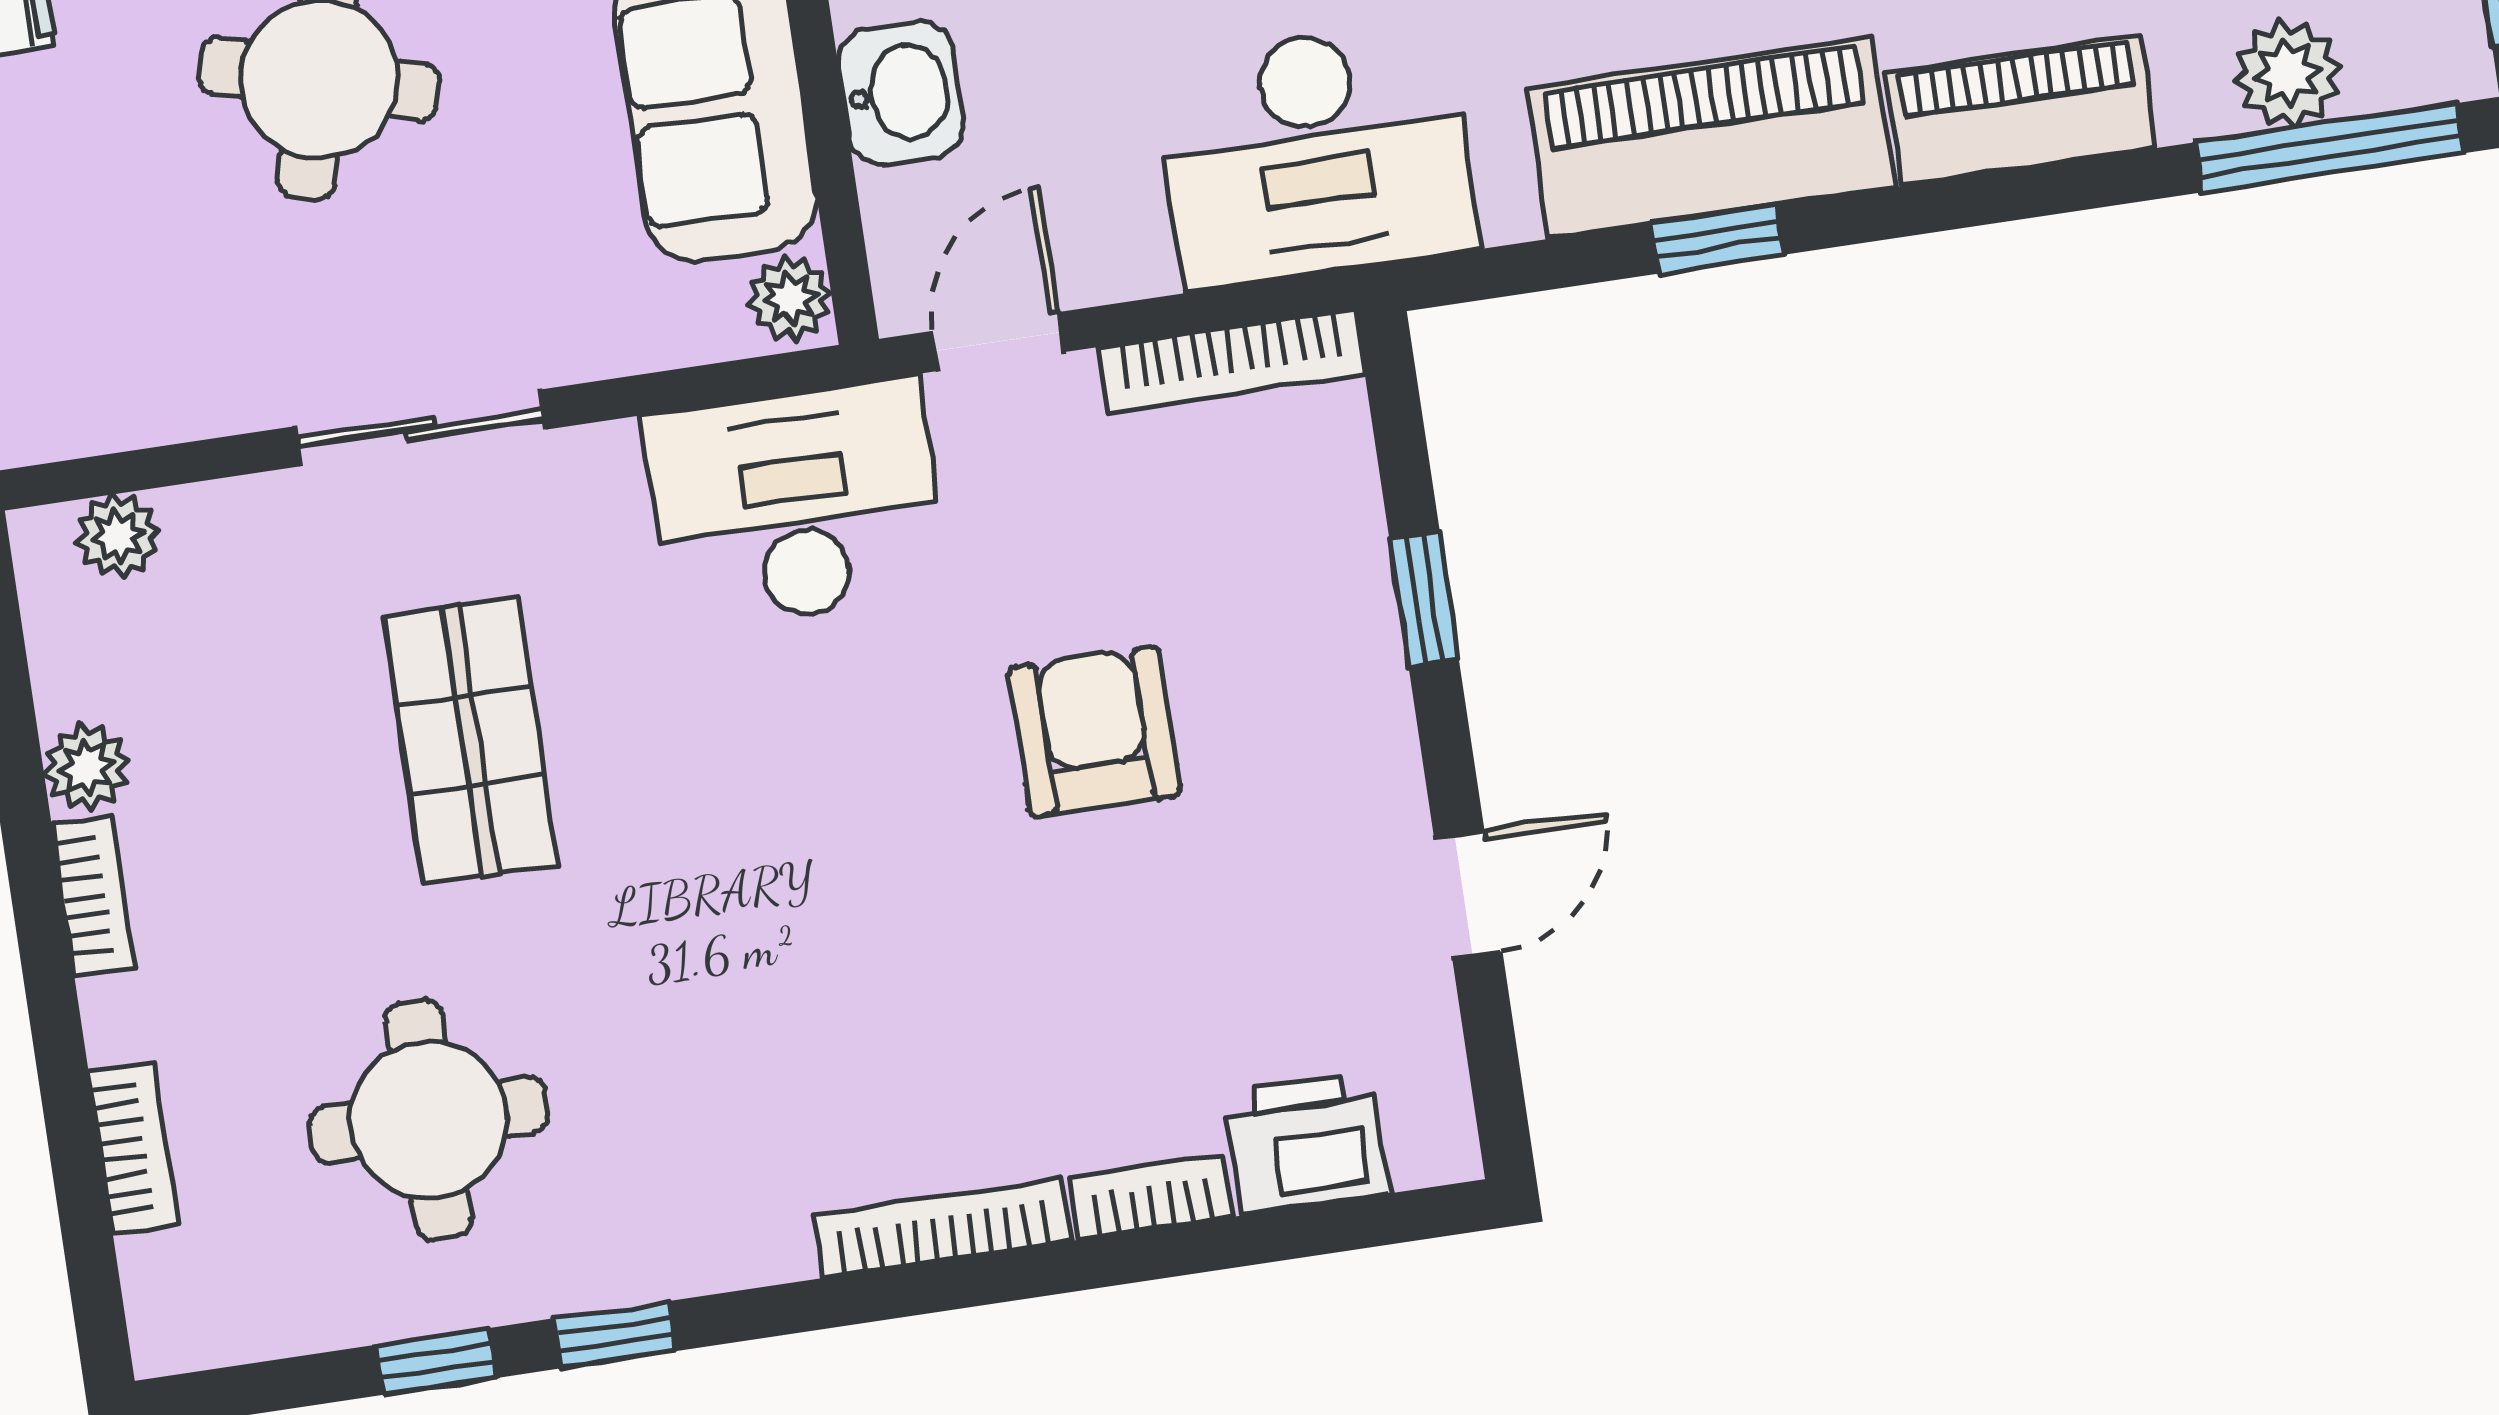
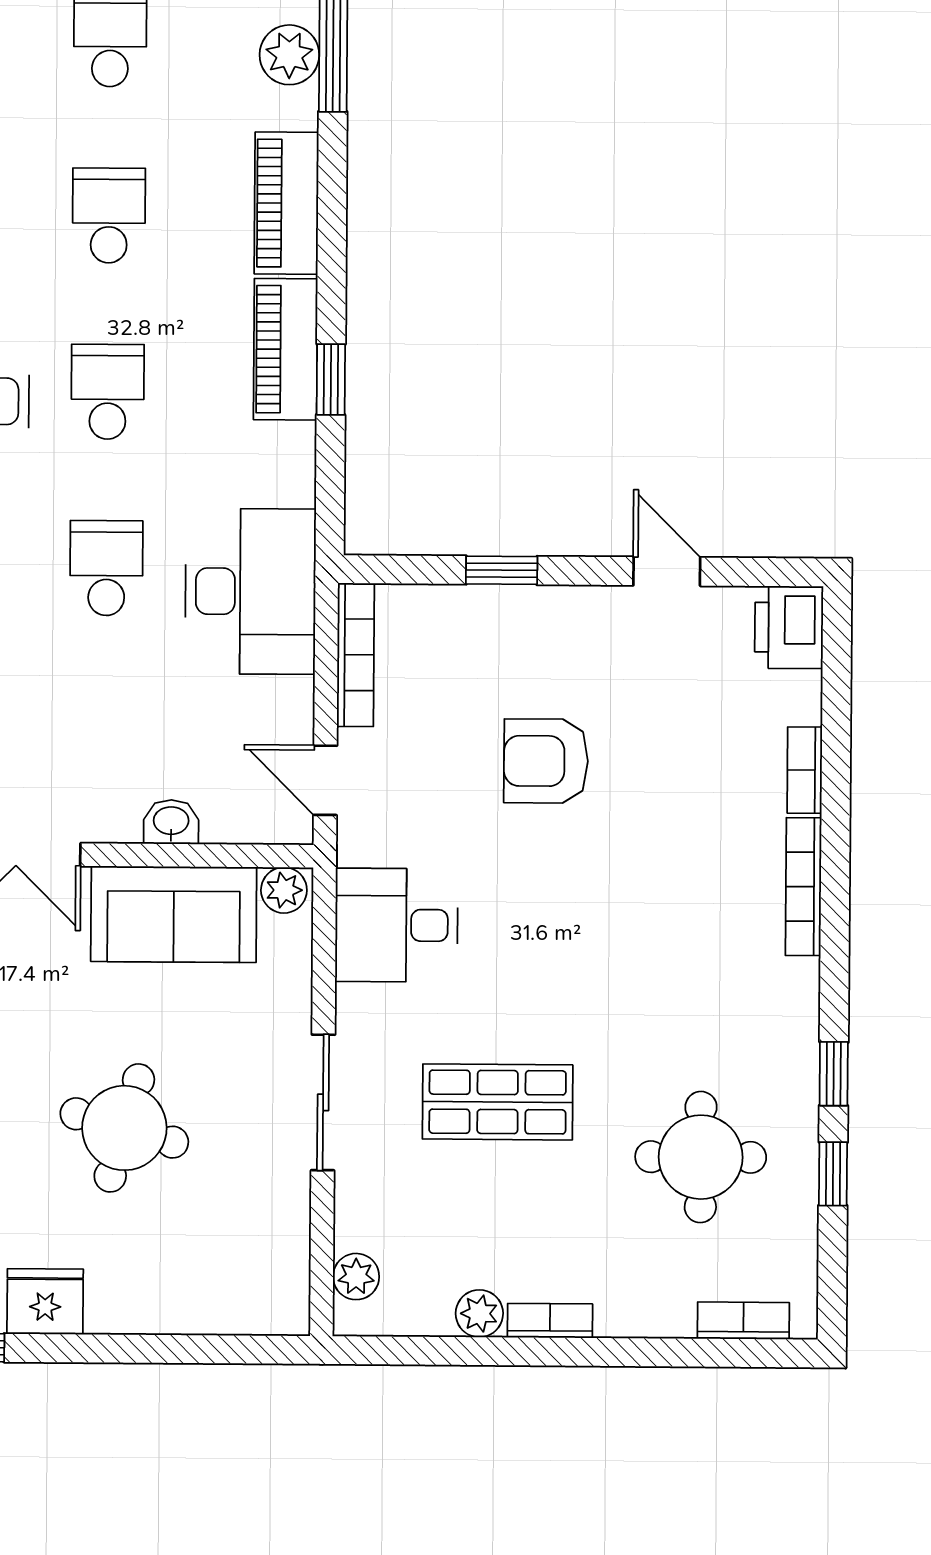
washbasin: (901, 93) -> (171, 822), width x0.72, depth x0.69
piano: (1710, 138) -> (286, 349), width x0.73, depth x0.75
desk: (796, 504) -> (396, 925), width x0.73
printer: (1306, 1144) -> (789, 627), moved
bookcase: (133, 1148) -> (743, 1321), moved

